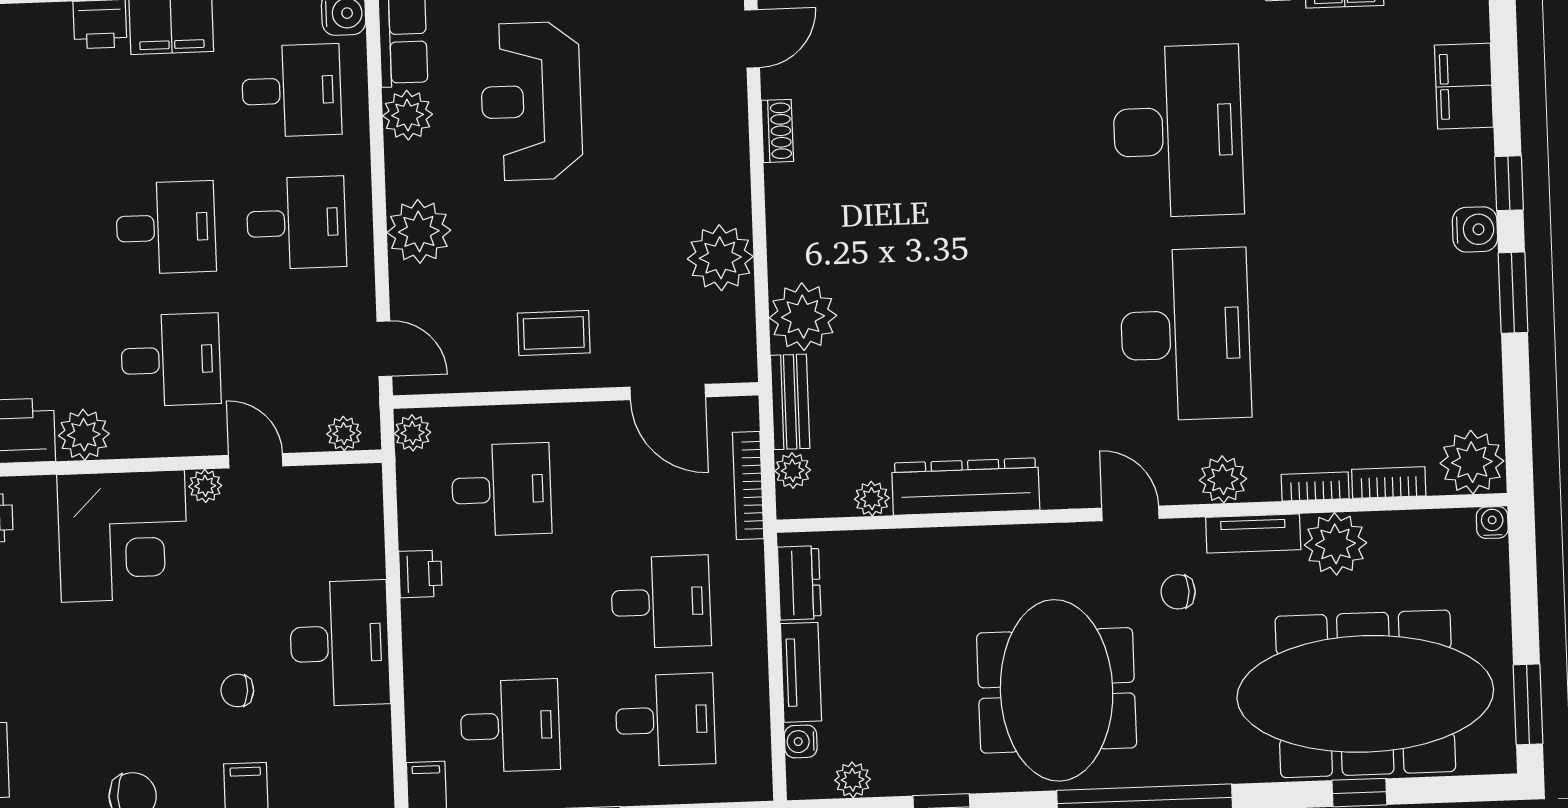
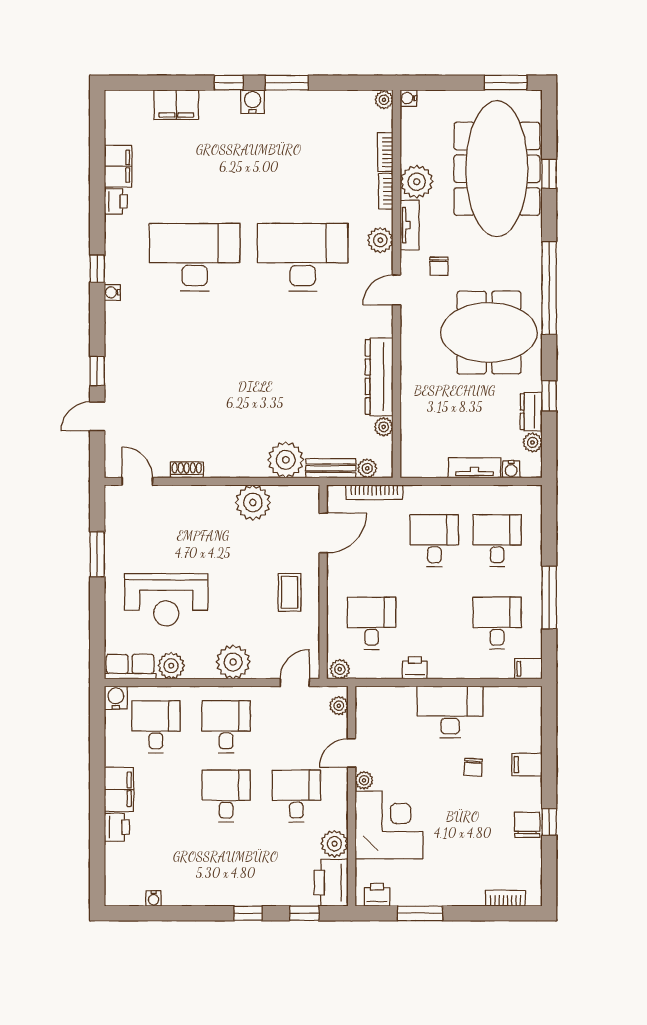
plant: (1472, 462) -> (384, 100), width x0.53, depth x0.53
dresser: (799, 583) -> (531, 412), moved, turned -90

